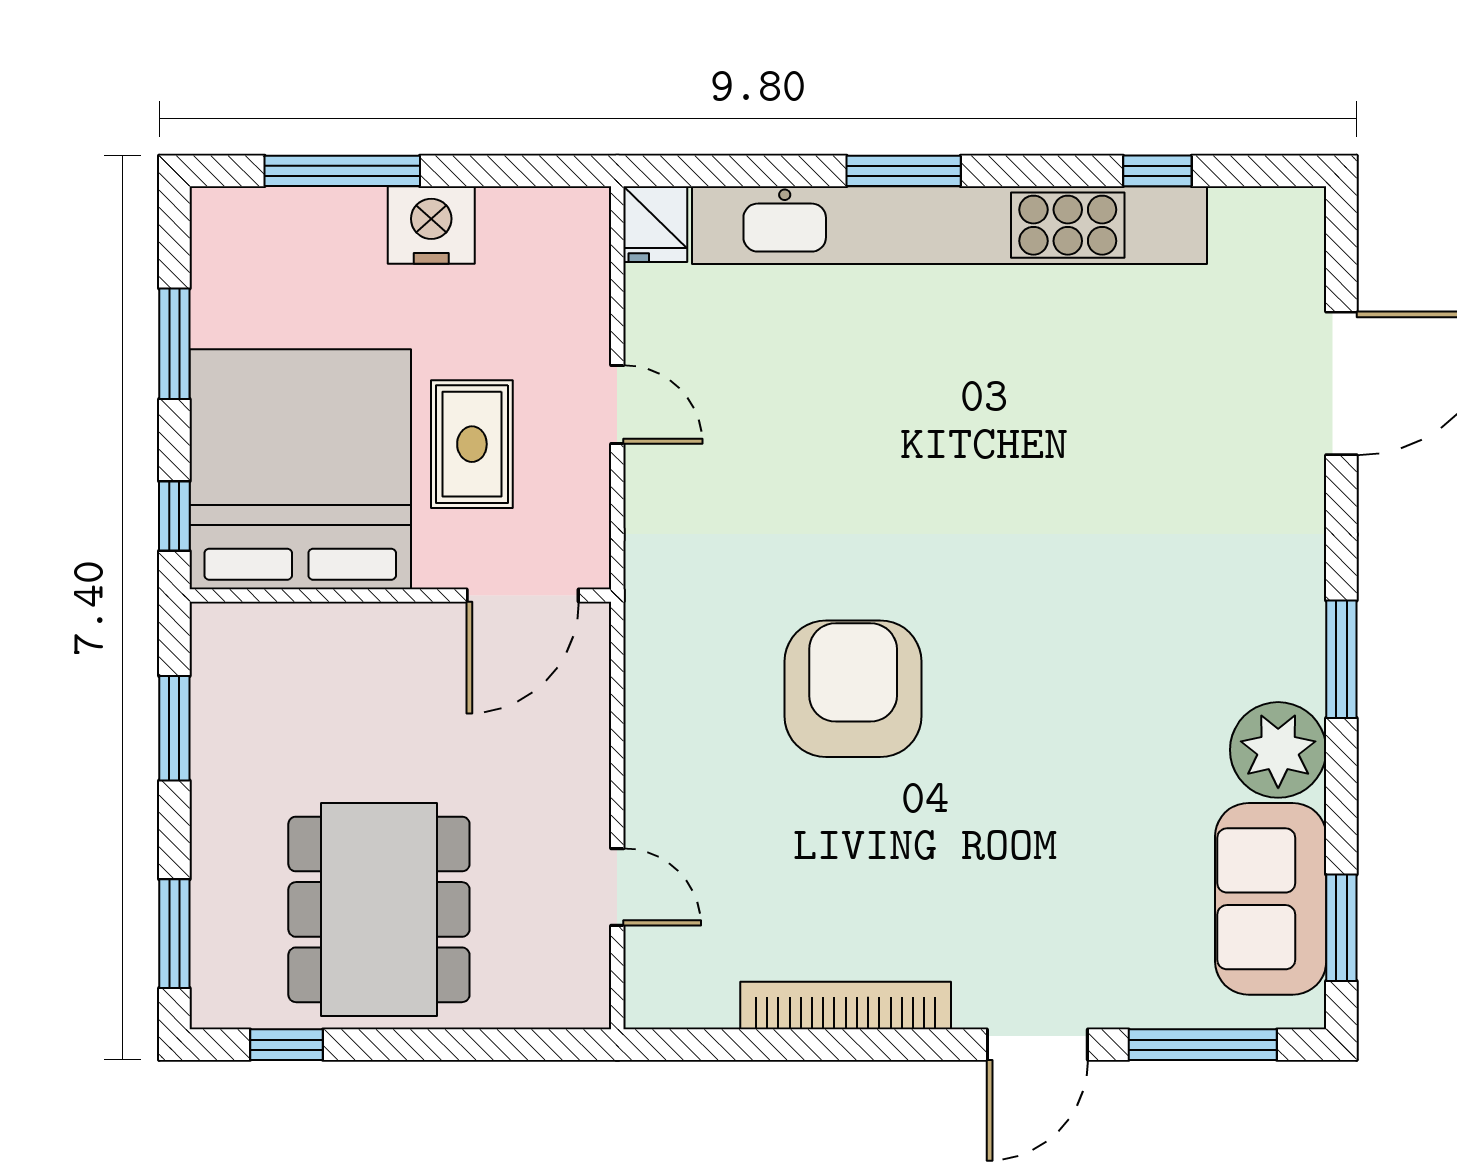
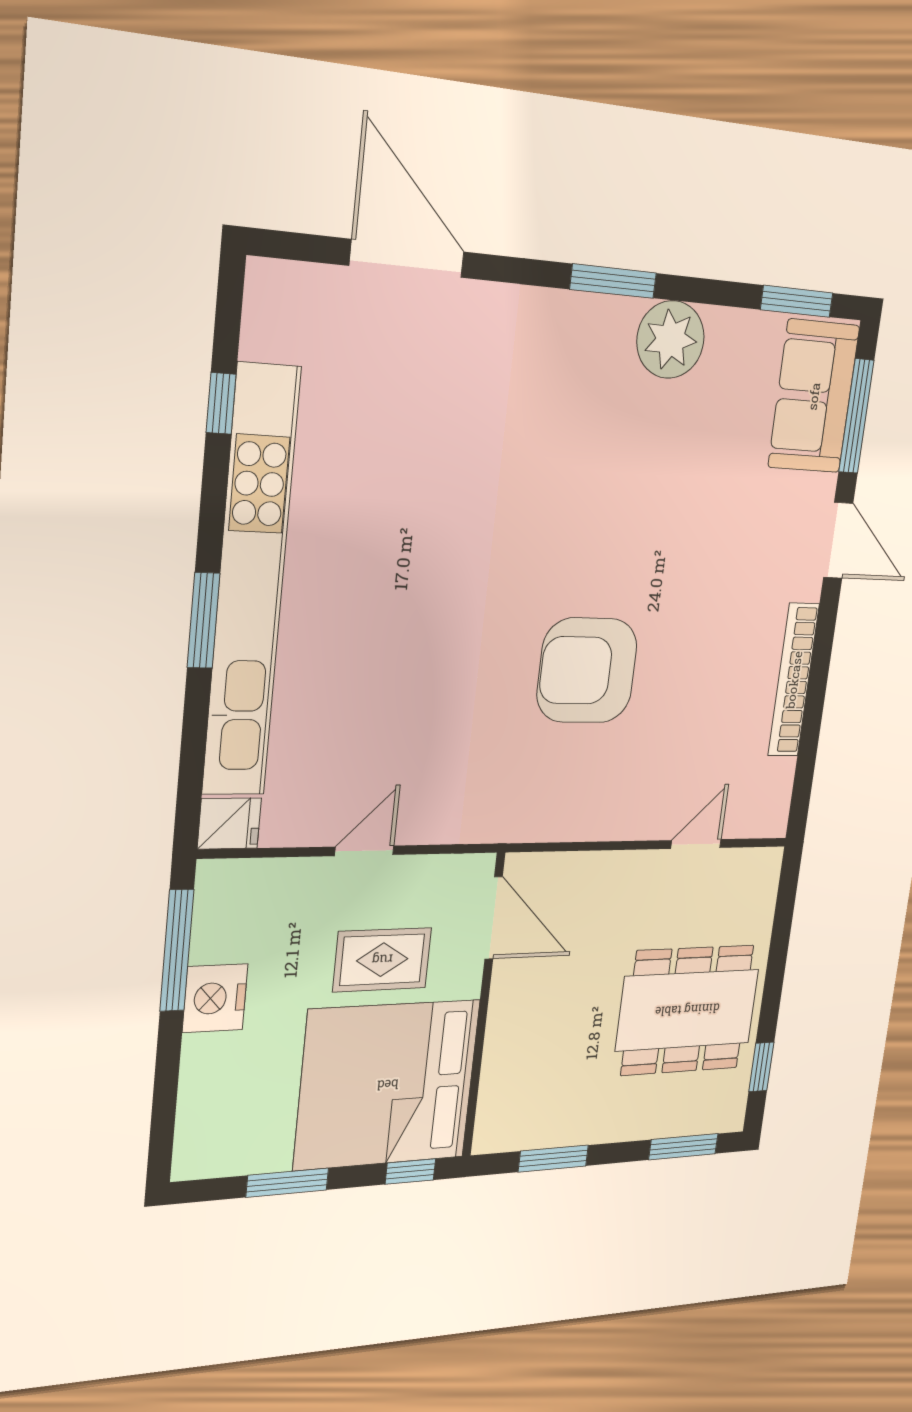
window: (342, 171) -> (177, 950), moved
sofa: (1271, 899) -> (814, 396), moved, turned 90

